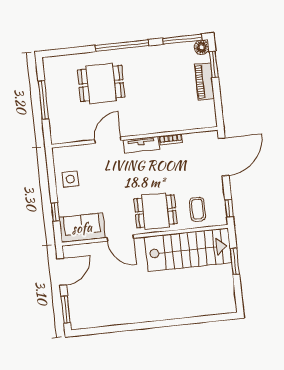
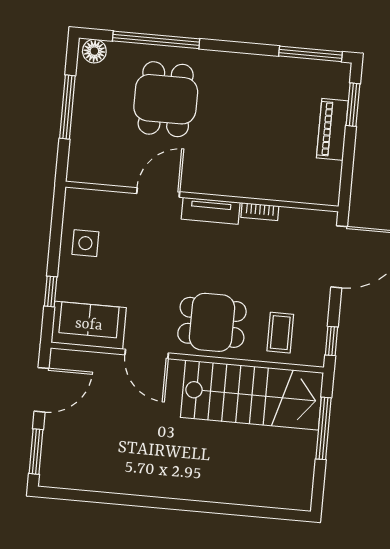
window: (122, 46) -> (156, 40), moved
floor lamp: (202, 47) -> (94, 51), moved
dining table: (101, 83) -> (166, 99), turned 90
window: (235, 261) -> (324, 428), width x1.44

